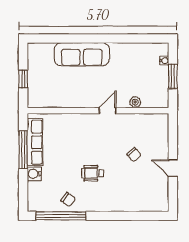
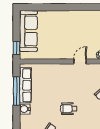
sofa: (82, 54) -> (28, 31), moved, turned -90
window: (23, 79) -> (17, 48), moved

